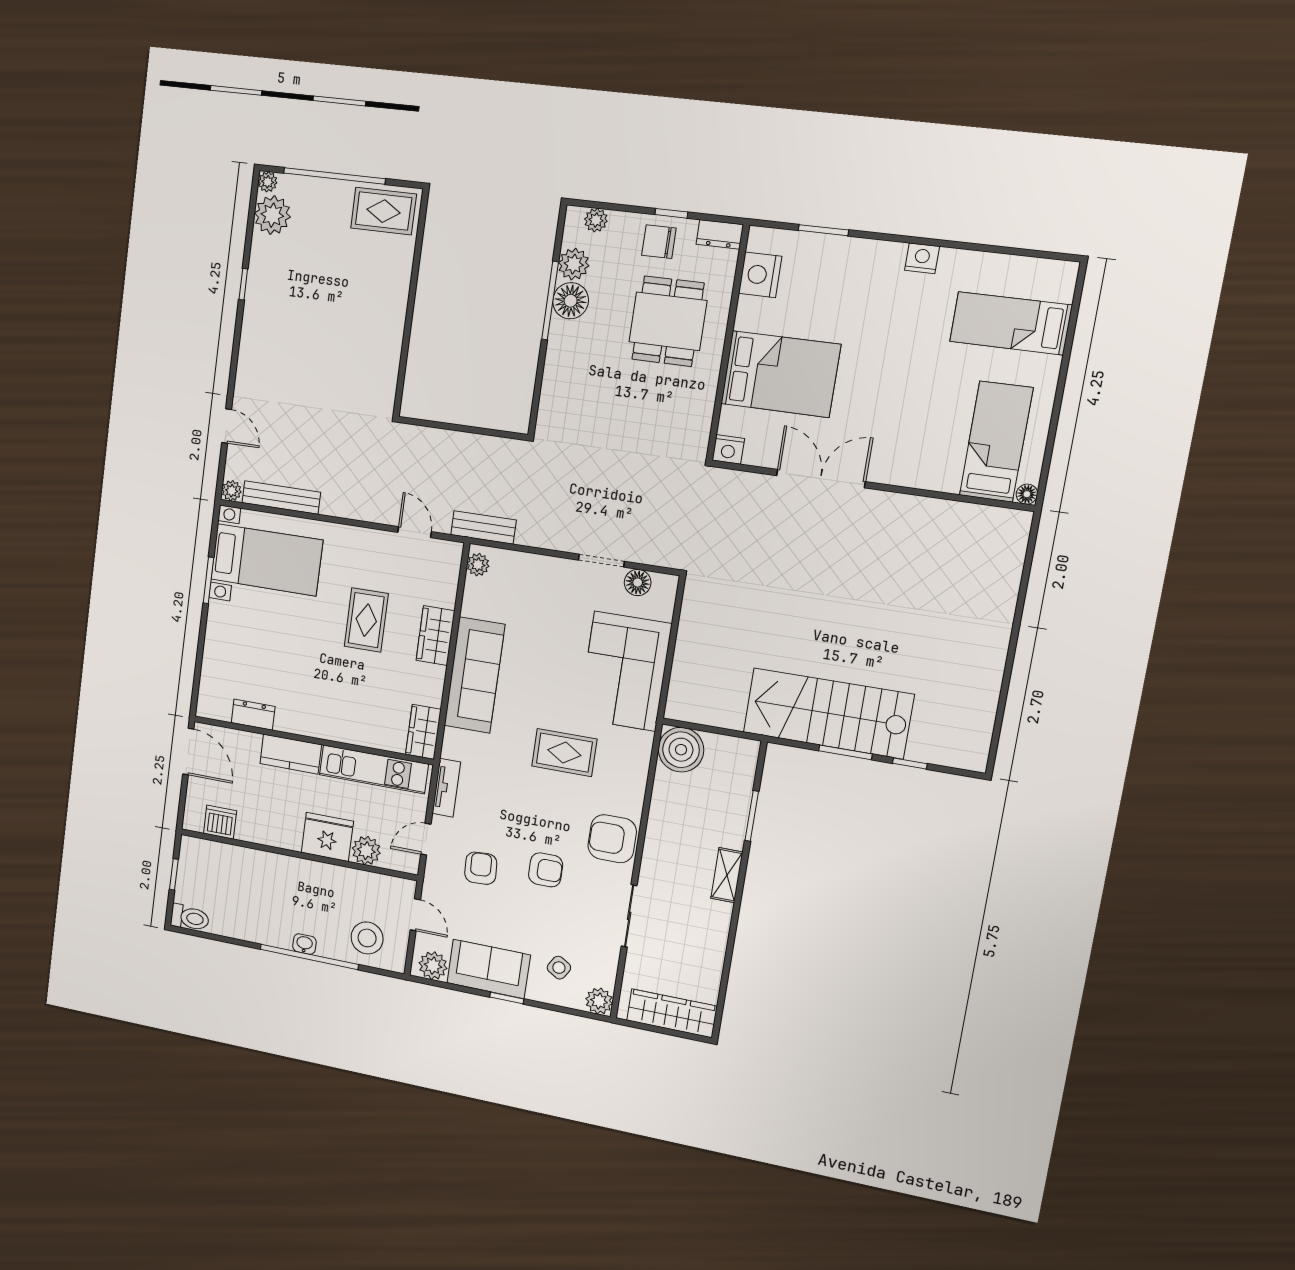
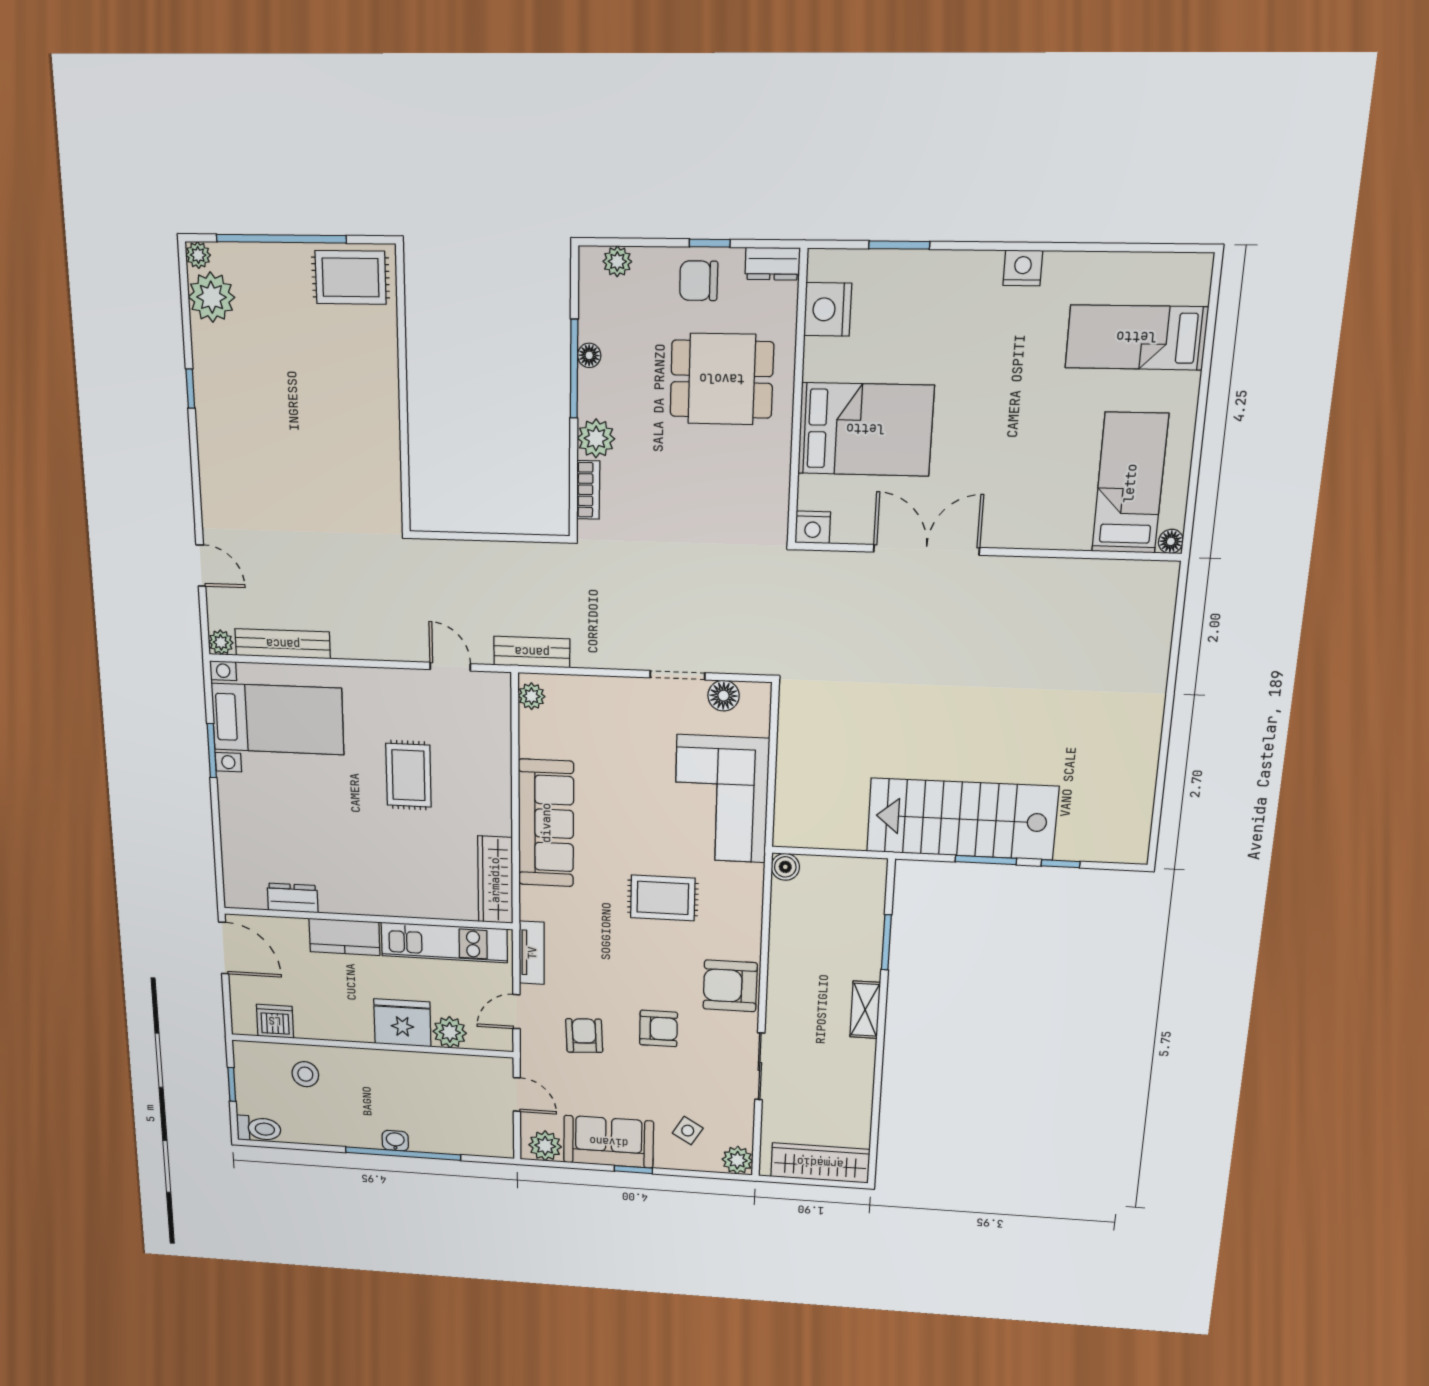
plant: (574, 264) -> (596, 438), moved
floor lamp: (571, 301) -> (589, 355), width x0.53, depth x0.53
dining table: (668, 321) -> (722, 379), turned 90
bookcase: (548, 399) -> (588, 490), added
wardrobe: (435, 636) -> (493, 784), removed
wardrobe: (423, 732) -> (495, 880), width x1.50
boiler: (681, 750) -> (785, 867), width x0.54, depth x0.54
stool: (367, 938) -> (305, 1074), moved, width x0.73, depth x0.73

